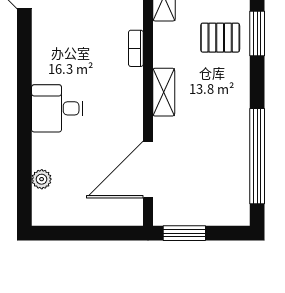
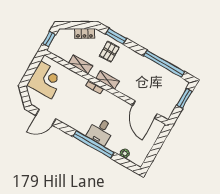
shelving: (164, 92) -> (108, 80), moved
window: (24, 110) -> (94, 145), added
window: (184, 233) -> (184, 98), moved

